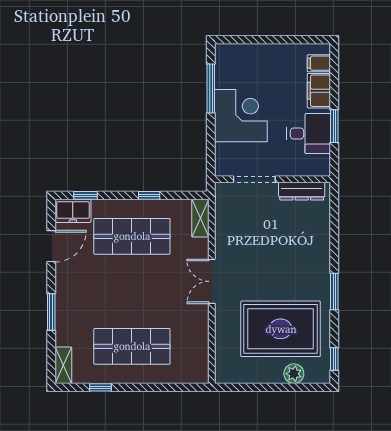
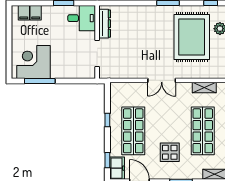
filing cabinet: (319, 91) -> (36, 13), width x0.50
corner desk: (241, 116) -> (33, 62), moved
desk: (309, 133) -> (82, 18), moved, turned 90
shelving: (200, 218) -> (204, 88), moved
display table: (98, 294) -> (170, 152), added

